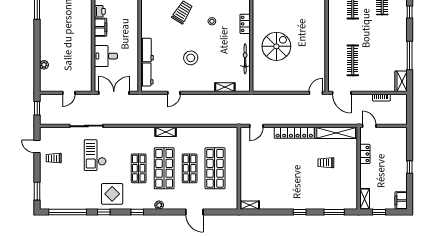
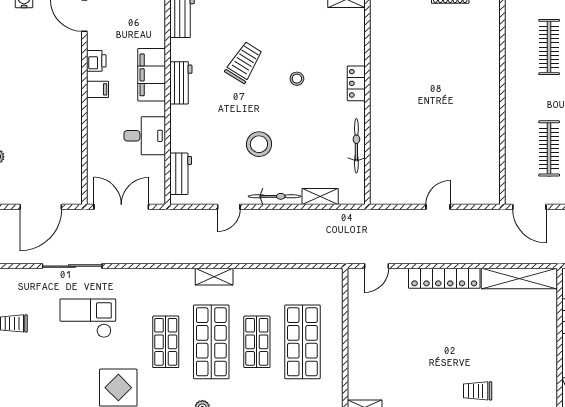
filing cabinet: (131, 19) -> (152, 75), added
filing cabinet: (101, 27) -> (98, 89), width x0.50
spiral stairs: (276, 46) -> (412, 124), removed
workbench: (147, 50) -> (181, 83), moved
desk: (106, 56) -> (145, 136), moved, turned 180
bicycle: (199, 87) -> (274, 196), added
door: (69, 93) -> (41, 207), width x1.88
door: (316, 93) -> (438, 207), moved
checkout: (95, 155) -> (88, 318), turned 90
trolley: (326, 163) -> (478, 391), moved

